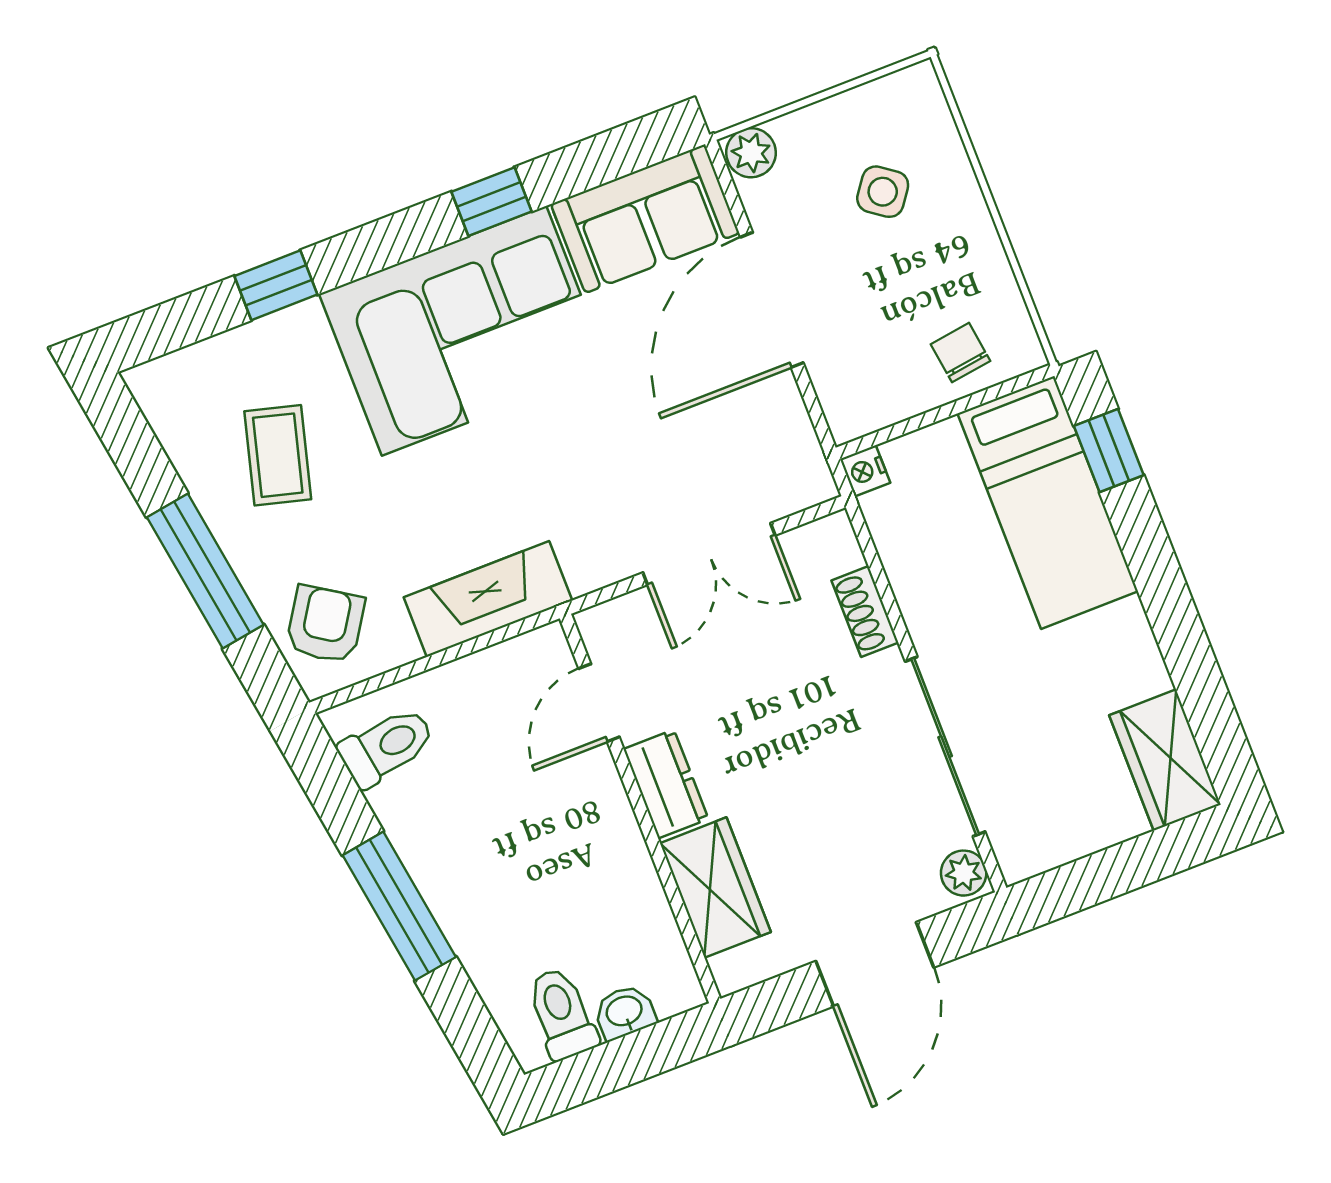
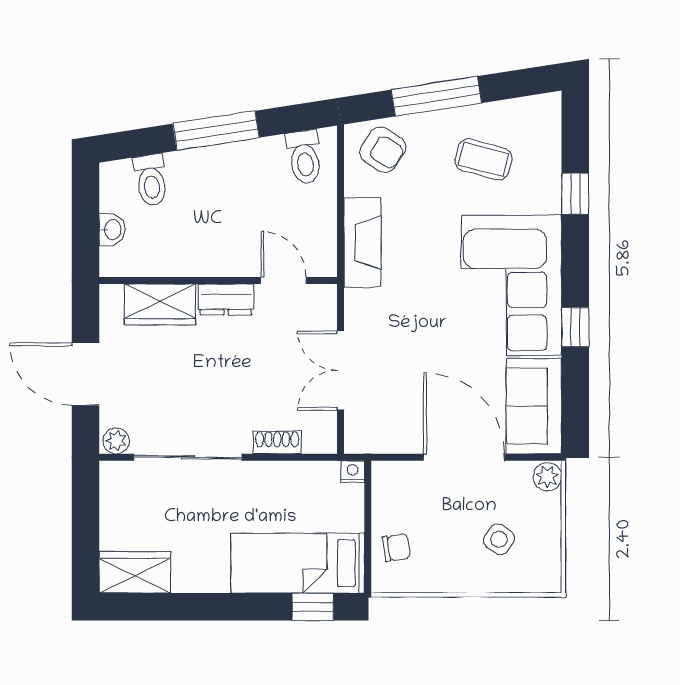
toilet: (562, 1014) -> (151, 180), moved, turned 81

